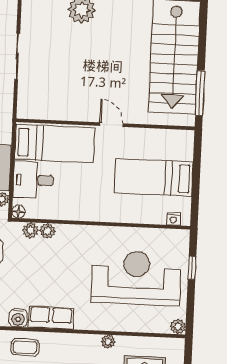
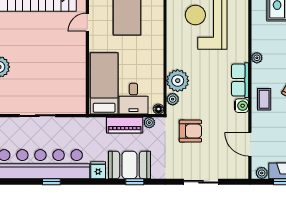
door: (111, 125) -> (87, 22), moved
plant: (47, 231) -> (178, 81), width x1.88, depth x1.88
plant: (108, 342) -> (257, 58), moved

